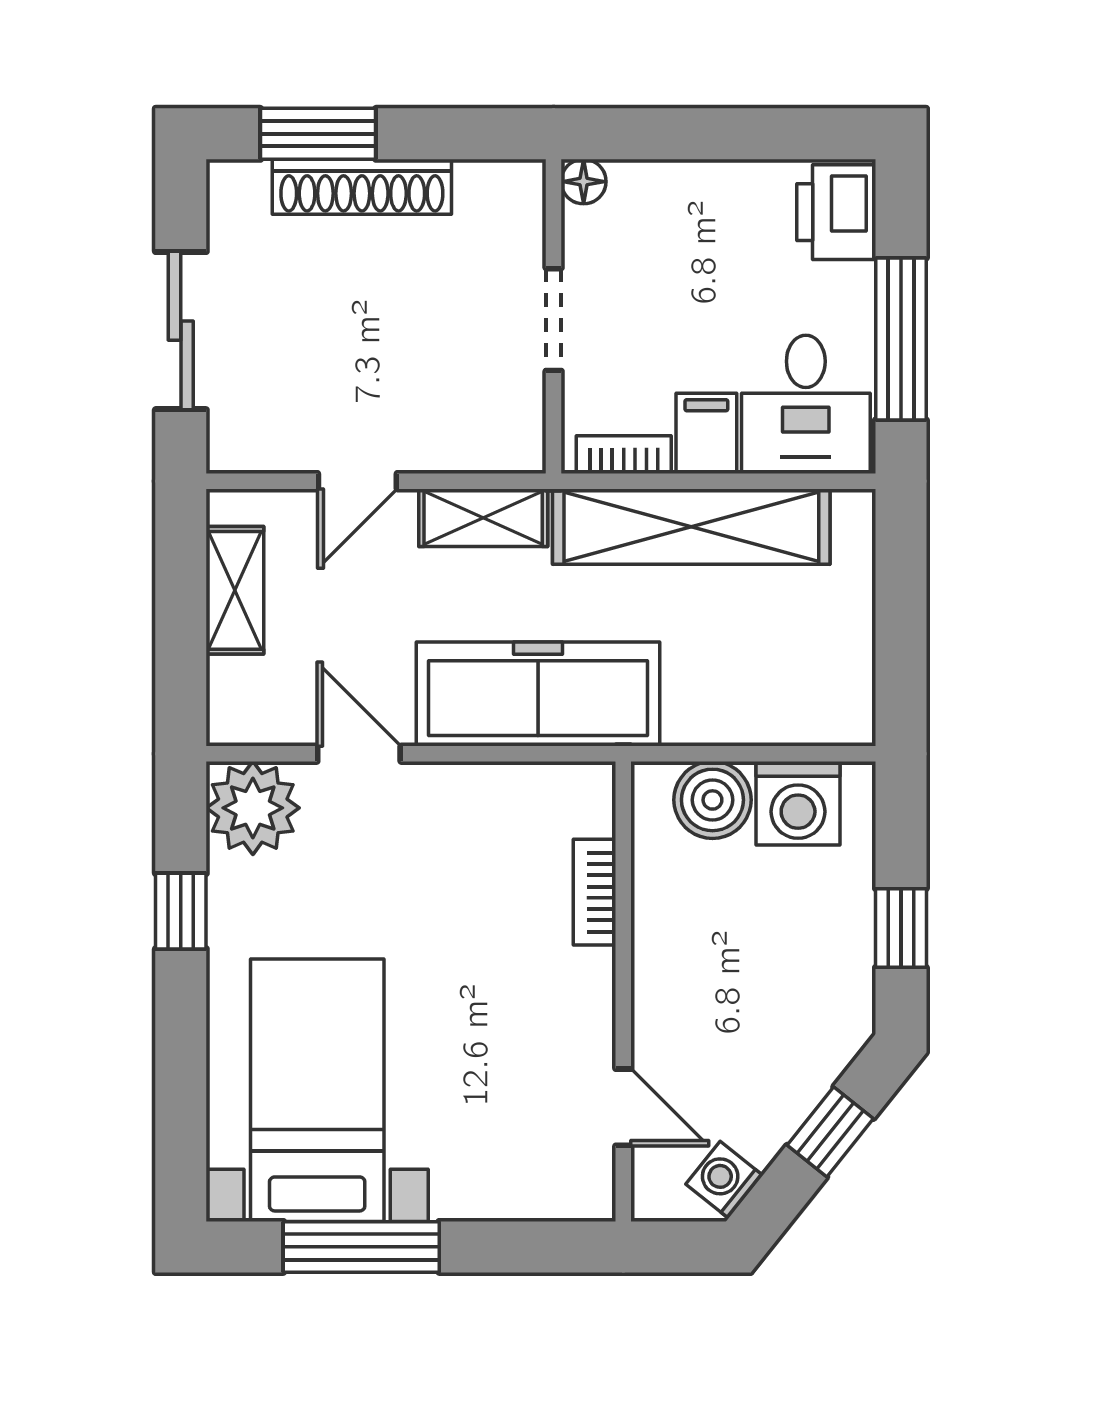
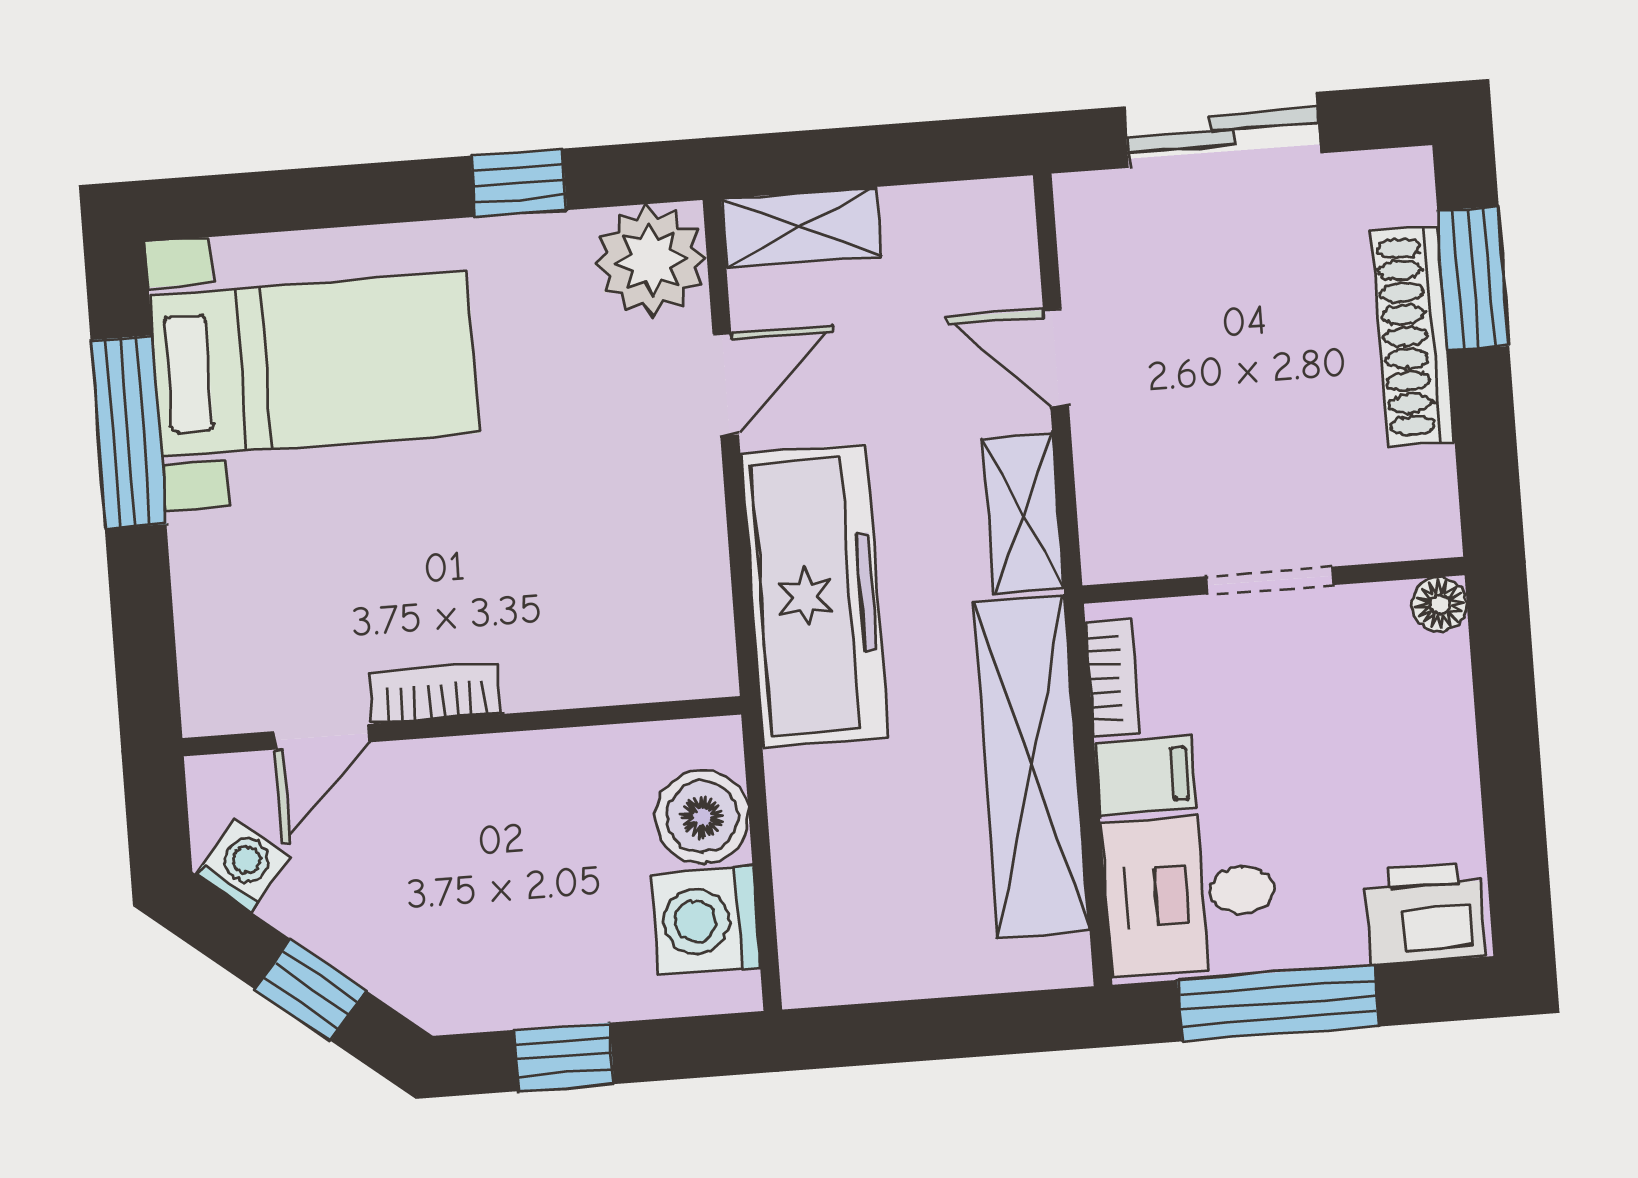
shelving: (235, 590) -> (801, 228), moved
bookcase: (594, 892) -> (435, 693), moved

